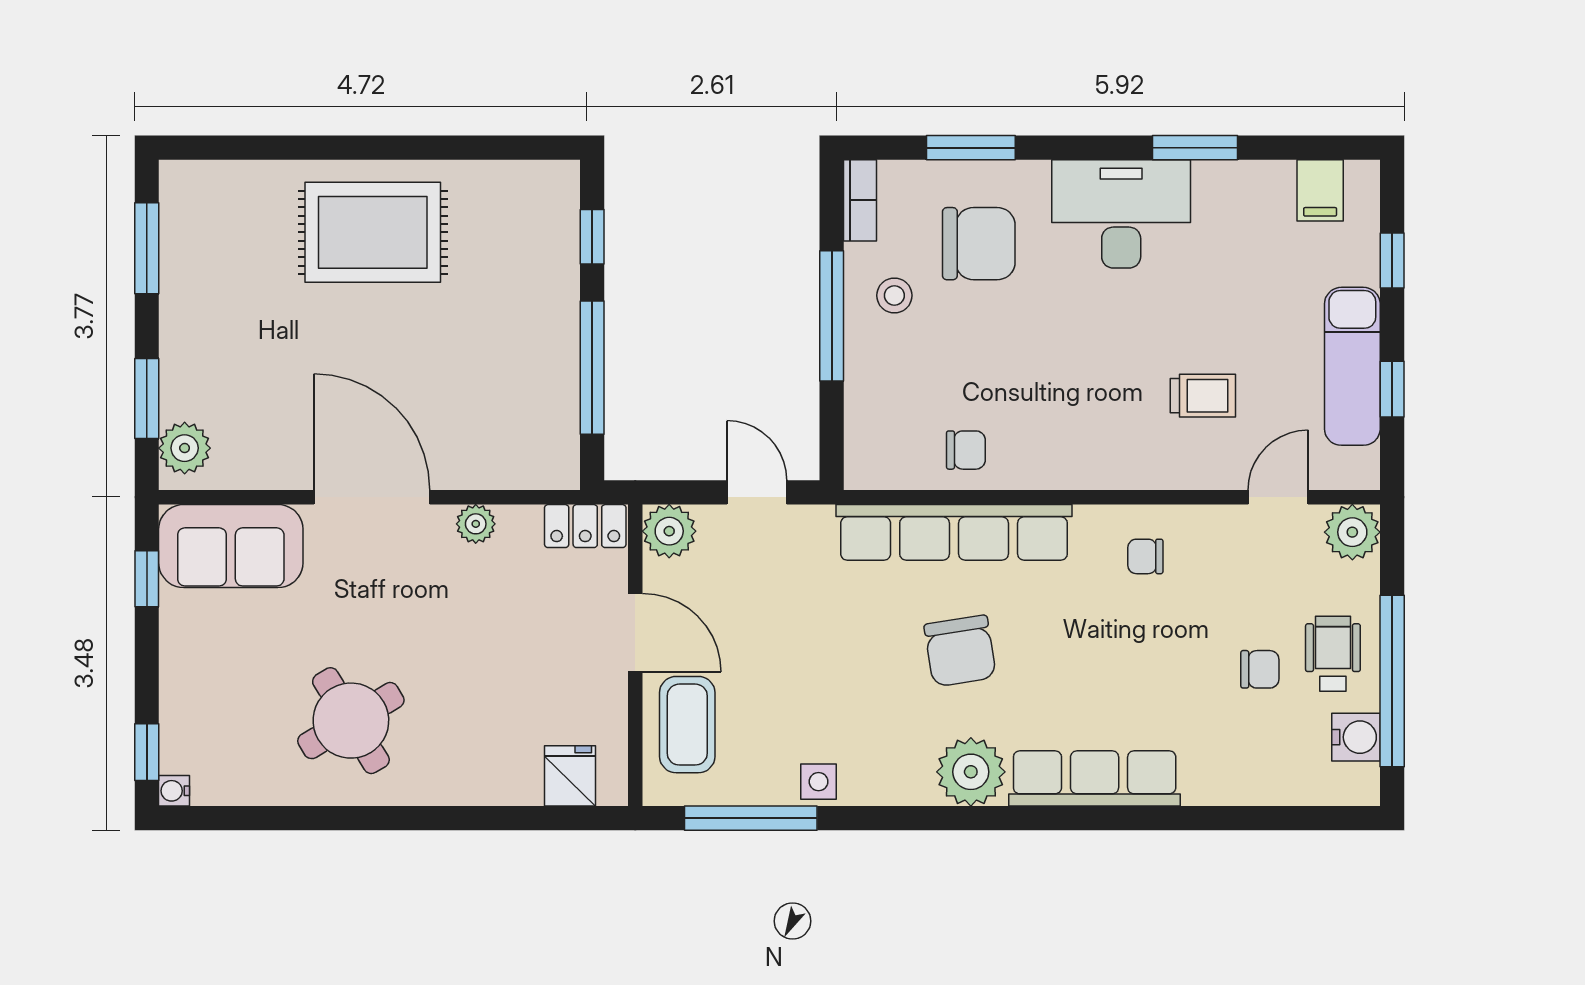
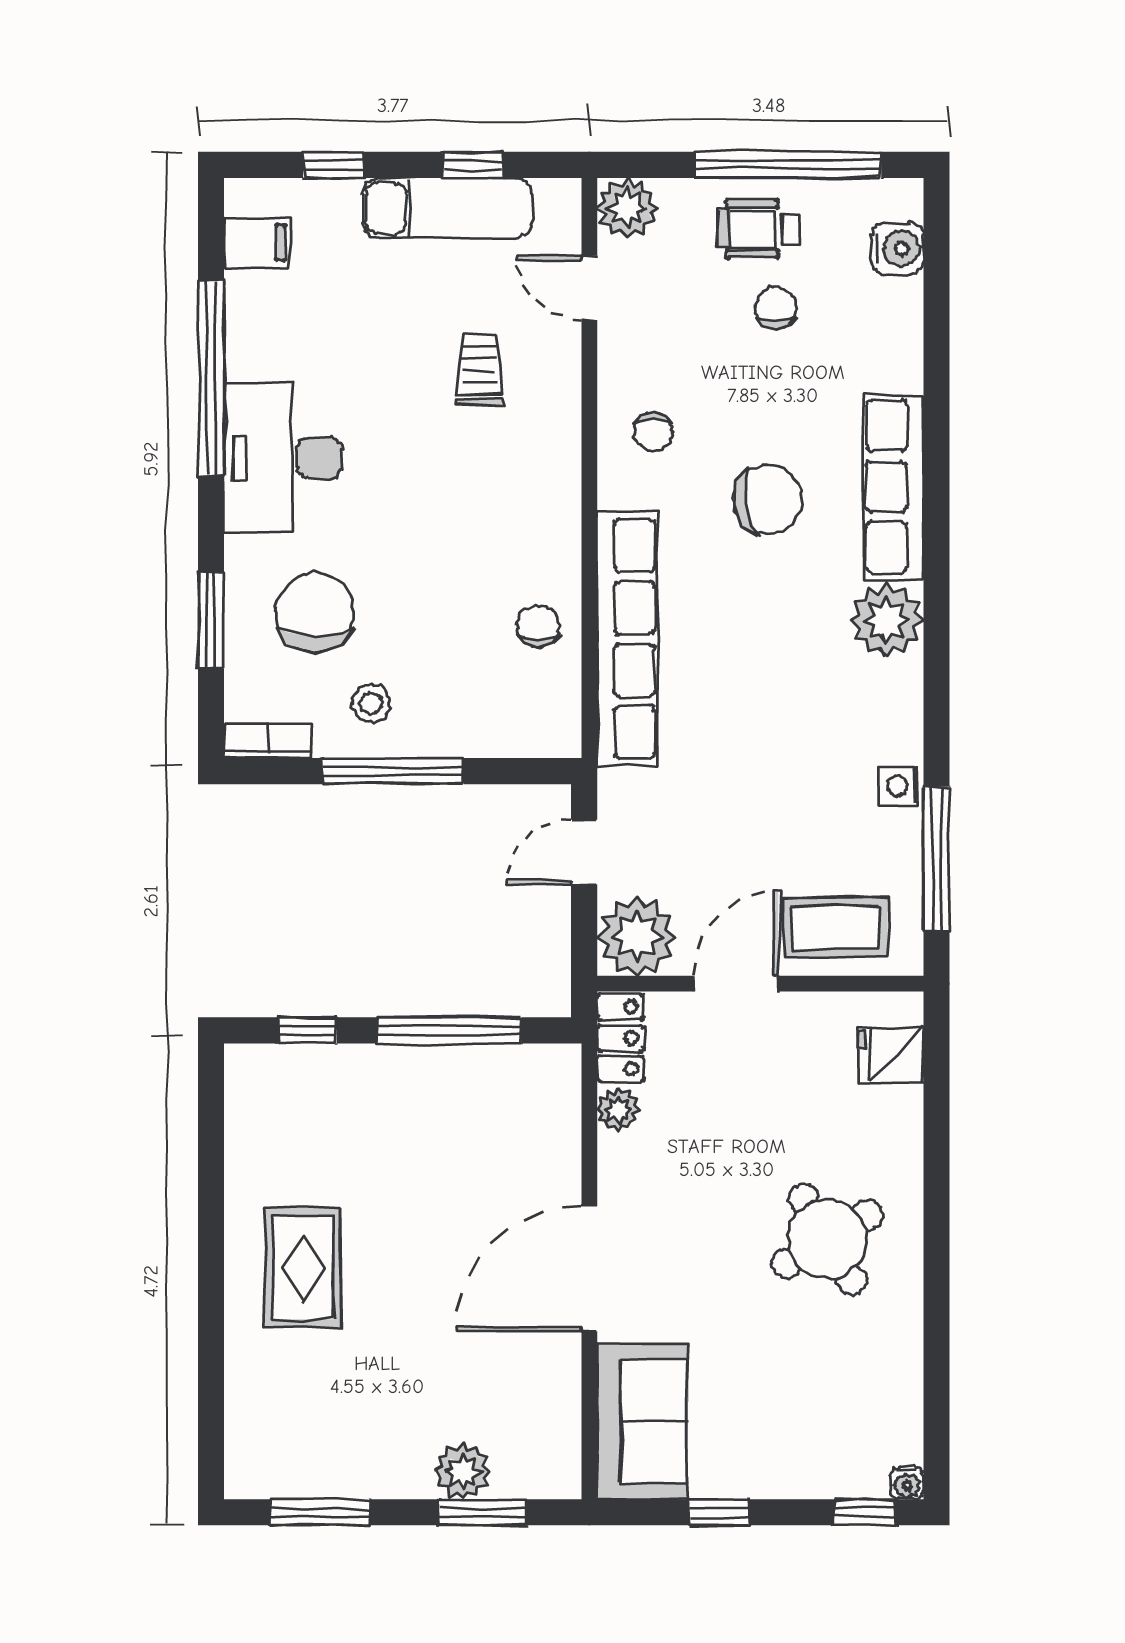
window: (1195, 148) -> (211, 378), width x2.11
rug: (373, 232) -> (303, 1268), width x0.73, depth x0.70
plant: (185, 448) -> (463, 1471), moved
plant: (476, 524) -> (618, 1109), moved
plant: (669, 531) -> (637, 936), width x1.36, depth x1.36
window: (147, 579) -> (719, 1512), moved
chair: (960, 651) -> (767, 500), moved
round table: (351, 721) -> (827, 1239), moved
water cooler: (1356, 737) -> (898, 248), moved, turned 90

